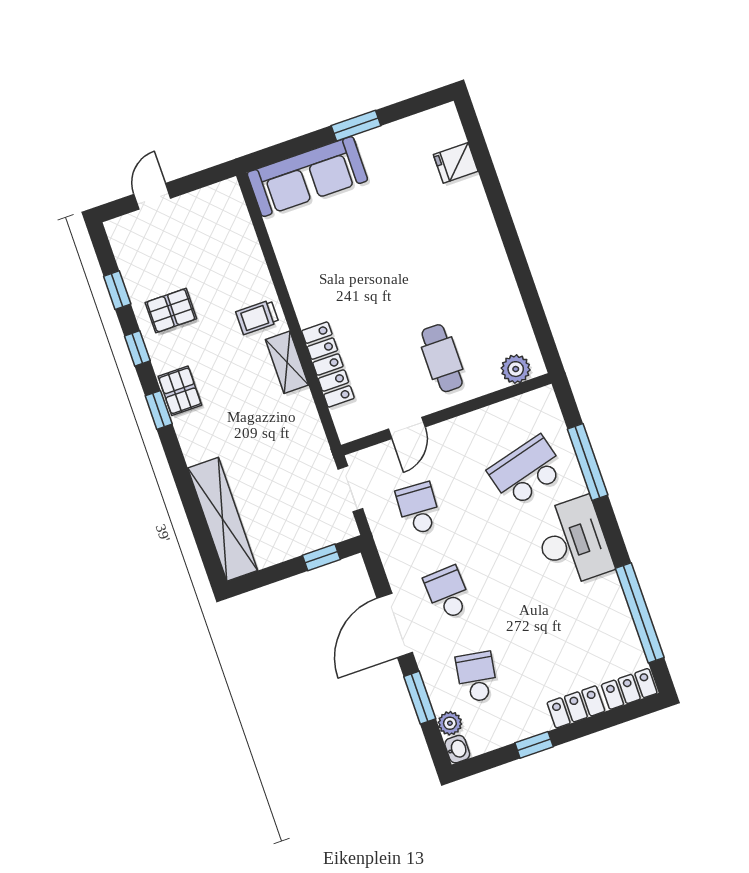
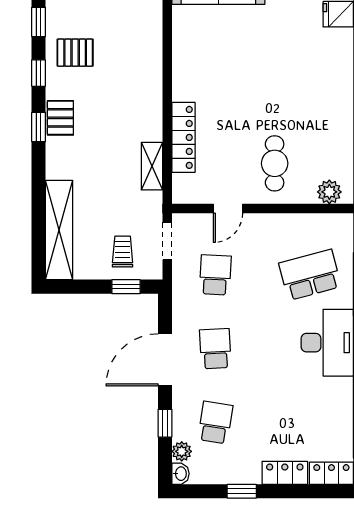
trolley: (257, 317) -> (123, 252), moved, turned 90
shelving: (287, 362) -> (152, 166), moved
window: (420, 698) -> (165, 423), width x0.67

